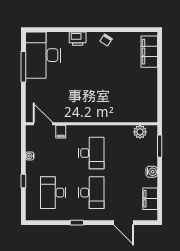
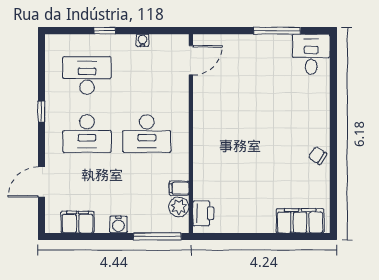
printer: (78, 39) -> (203, 213), moved, turned 180
desk: (43, 55) -> (311, 54), width x0.53, depth x0.77
filing cabinet: (61, 132) -> (179, 188), moved
window: (160, 146) -> (157, 236), width x1.44

